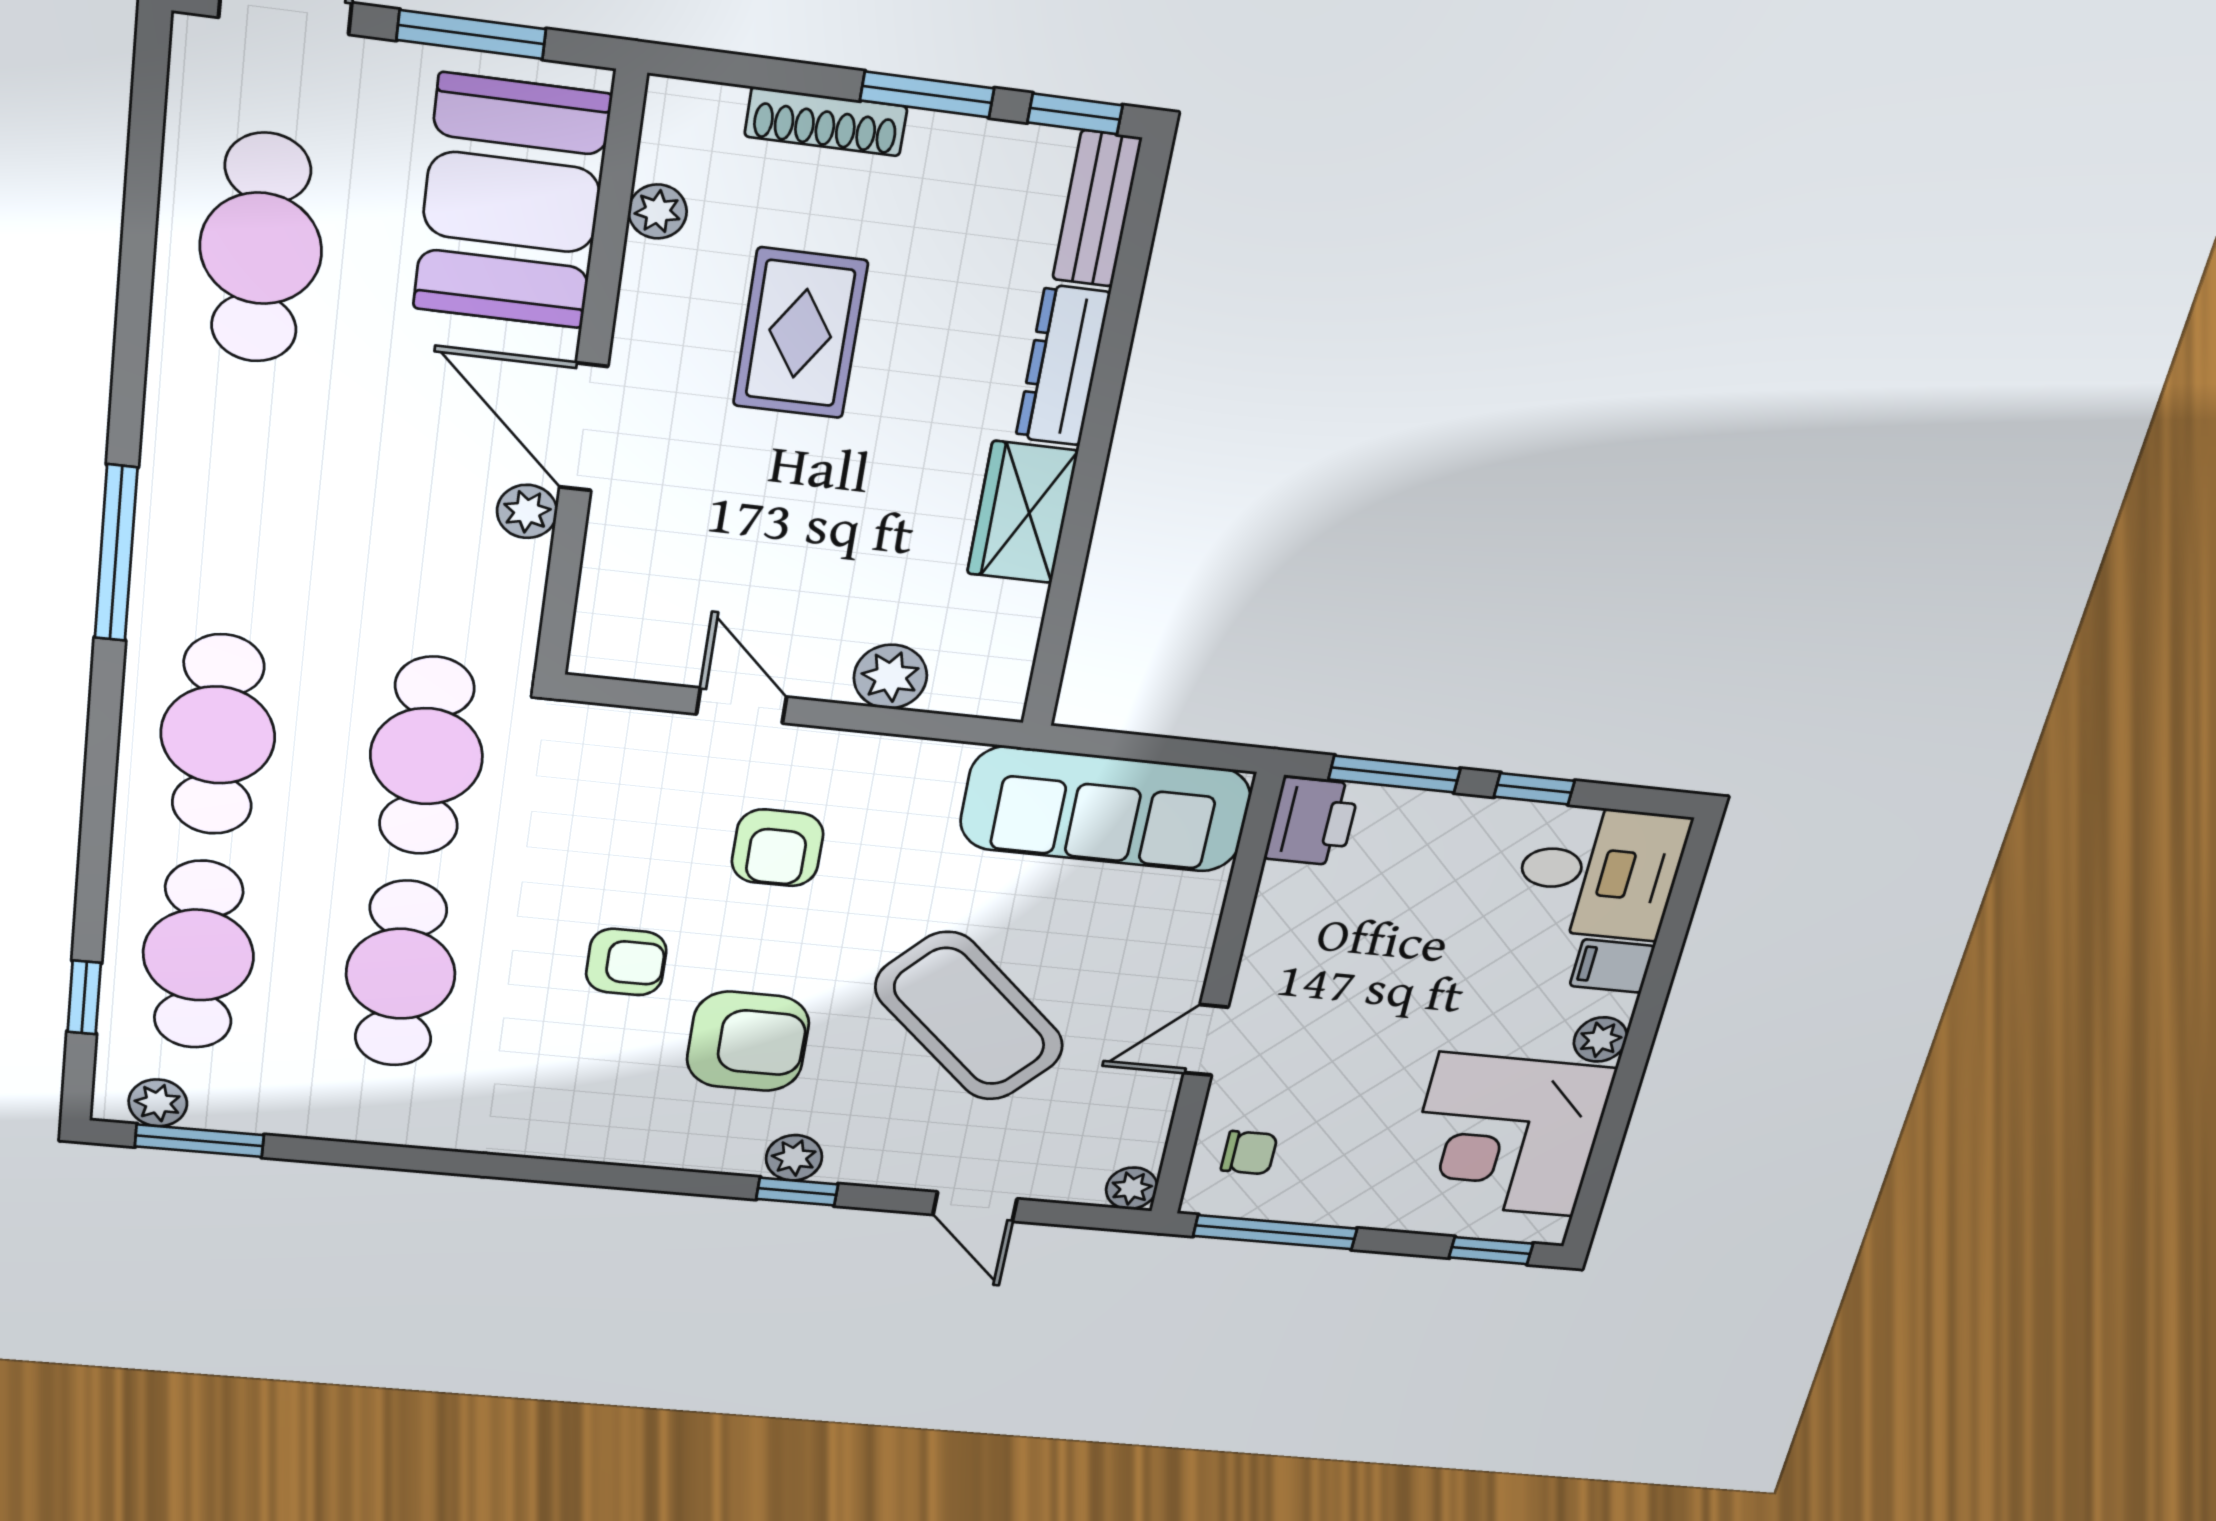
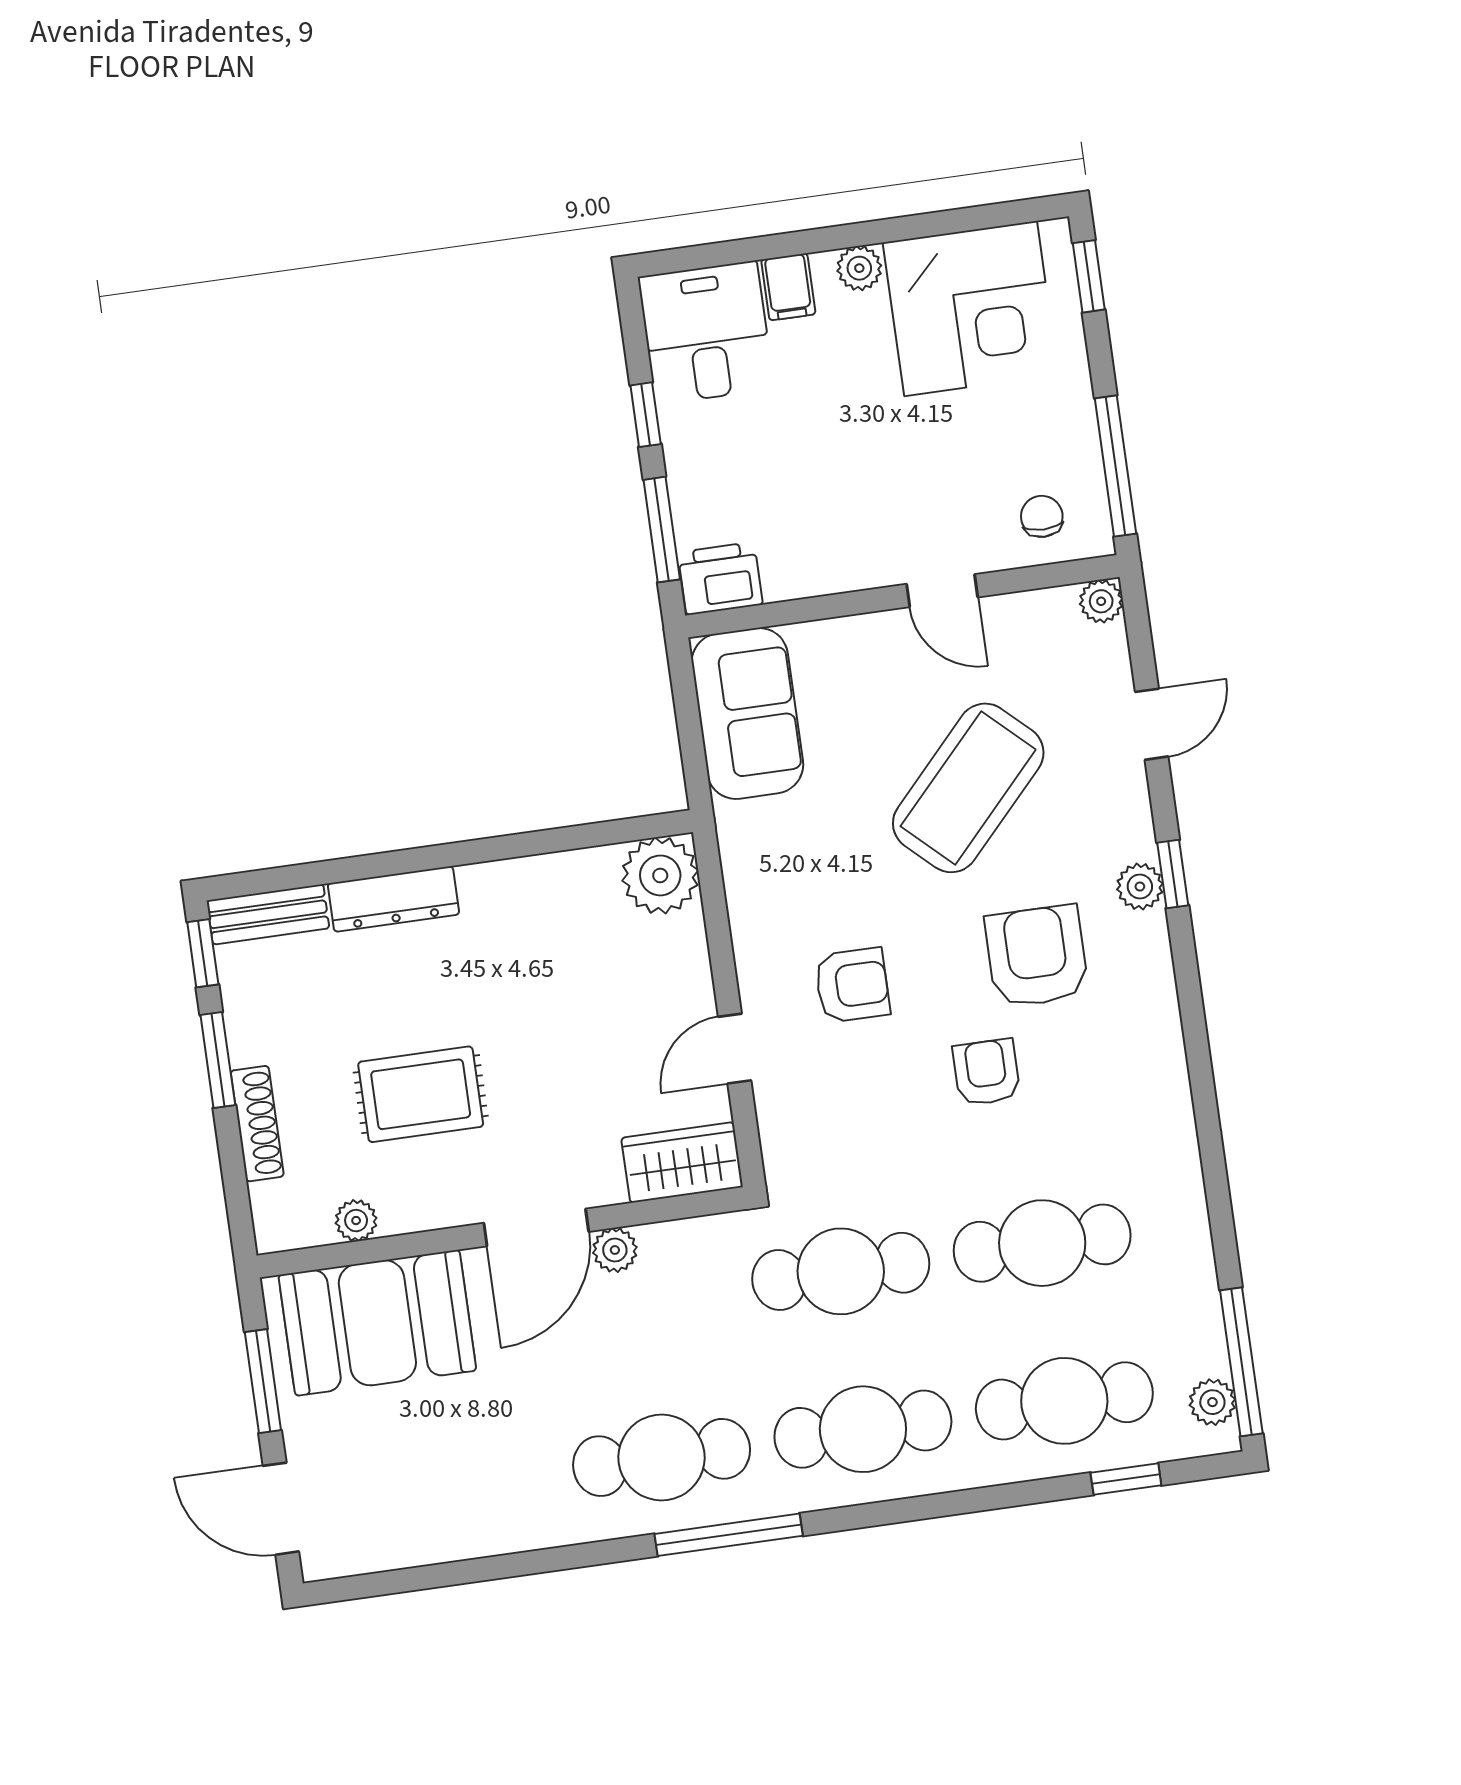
cafe table: (261, 248) -> (662, 1457), moved
wardrobe: (1022, 512) -> (682, 1162), moved, turned 180
plant: (890, 677) -> (660, 875), moved, width x1.36, depth x1.36
sofa: (1106, 809) -> (747, 713), width x0.73
window: (199, 1141) -> (1241, 1362), width x1.44

